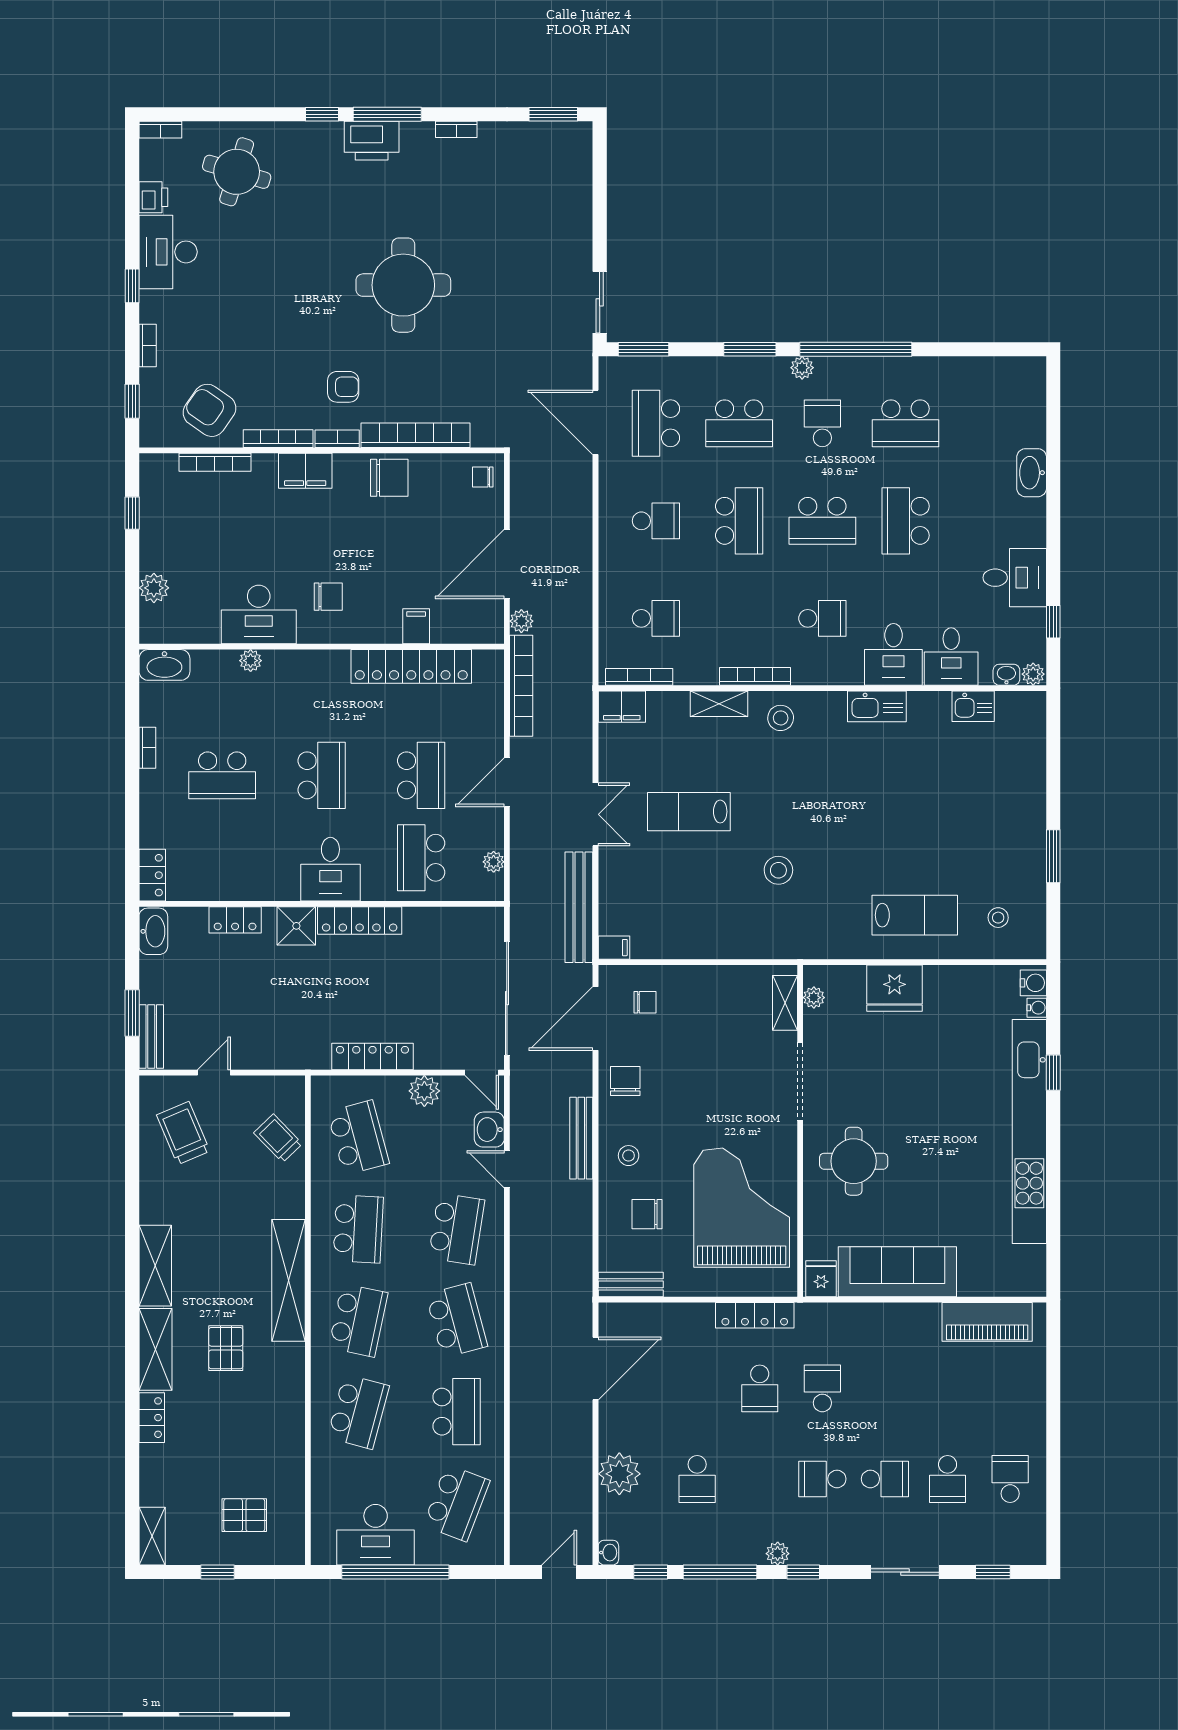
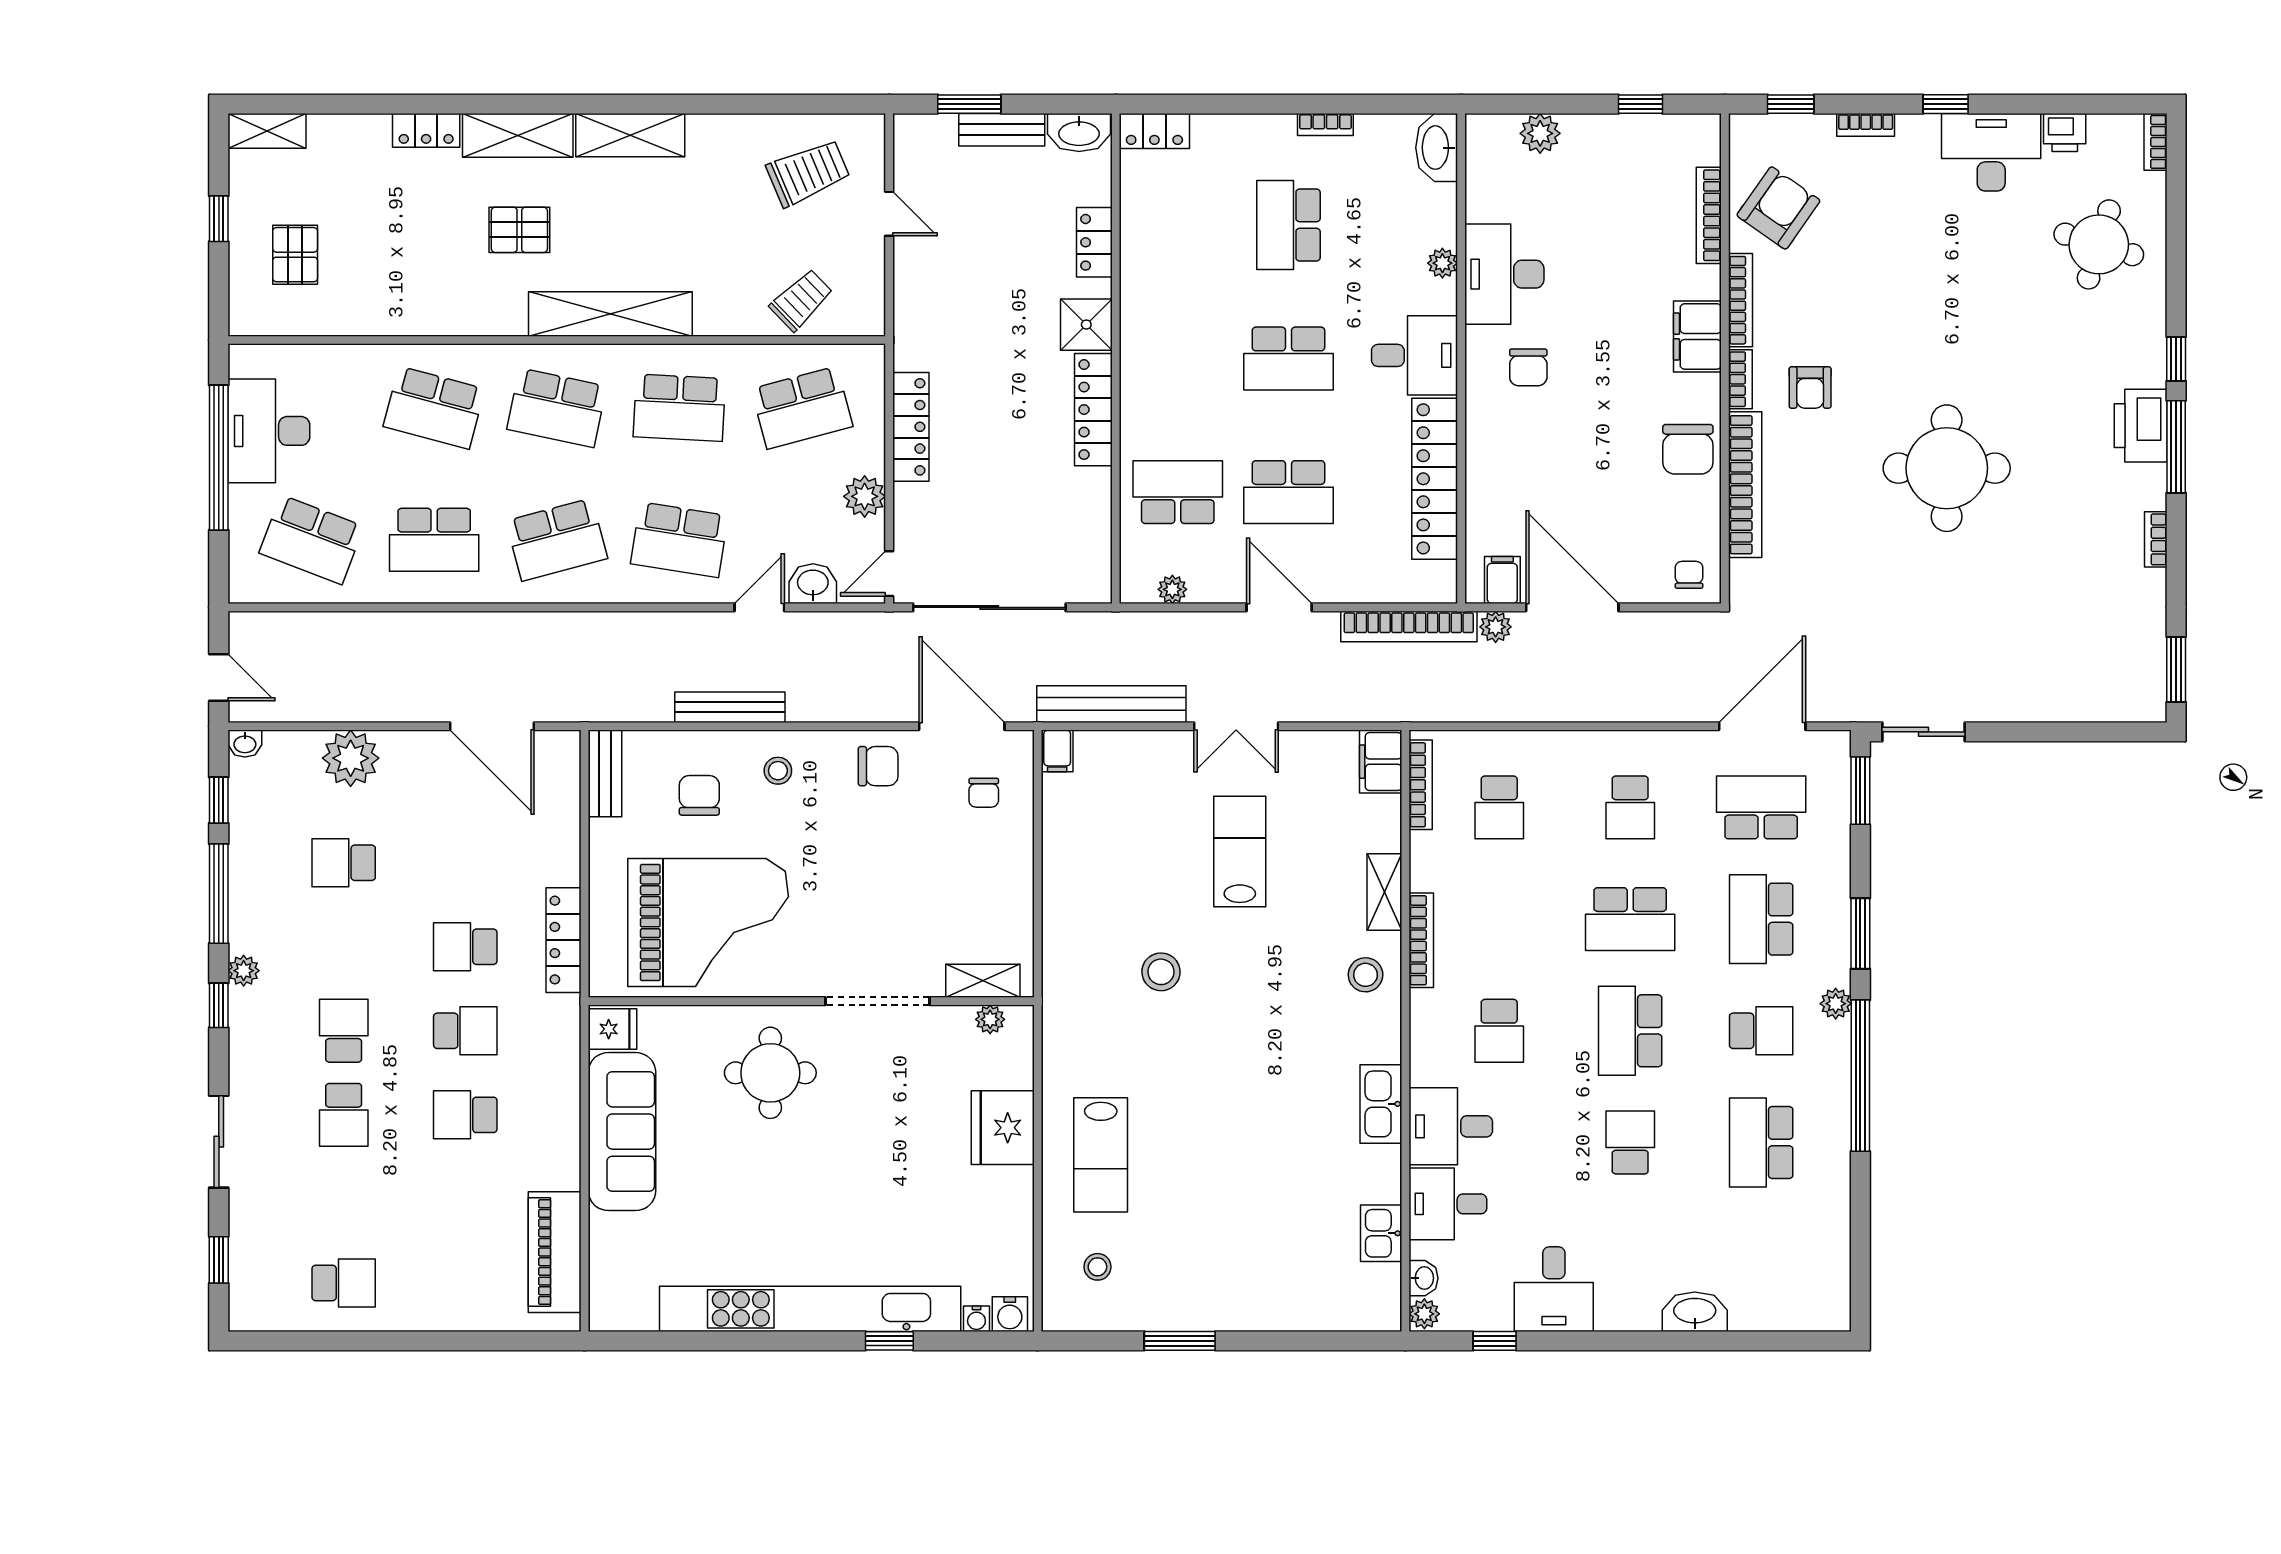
school desk: (906, 521) -> (1630, 1143), width x0.54
filing cabinet: (416, 626) -> (1502, 580), moved, turned -90
desk: (330, 869) -> (1414, 355), moved, turned 180
bench: (151, 1037) -> (1002, 130), moved
bench: (581, 1138) -> (730, 707), moved
school desk: (948, 1479) -> (465, 1115), moved

